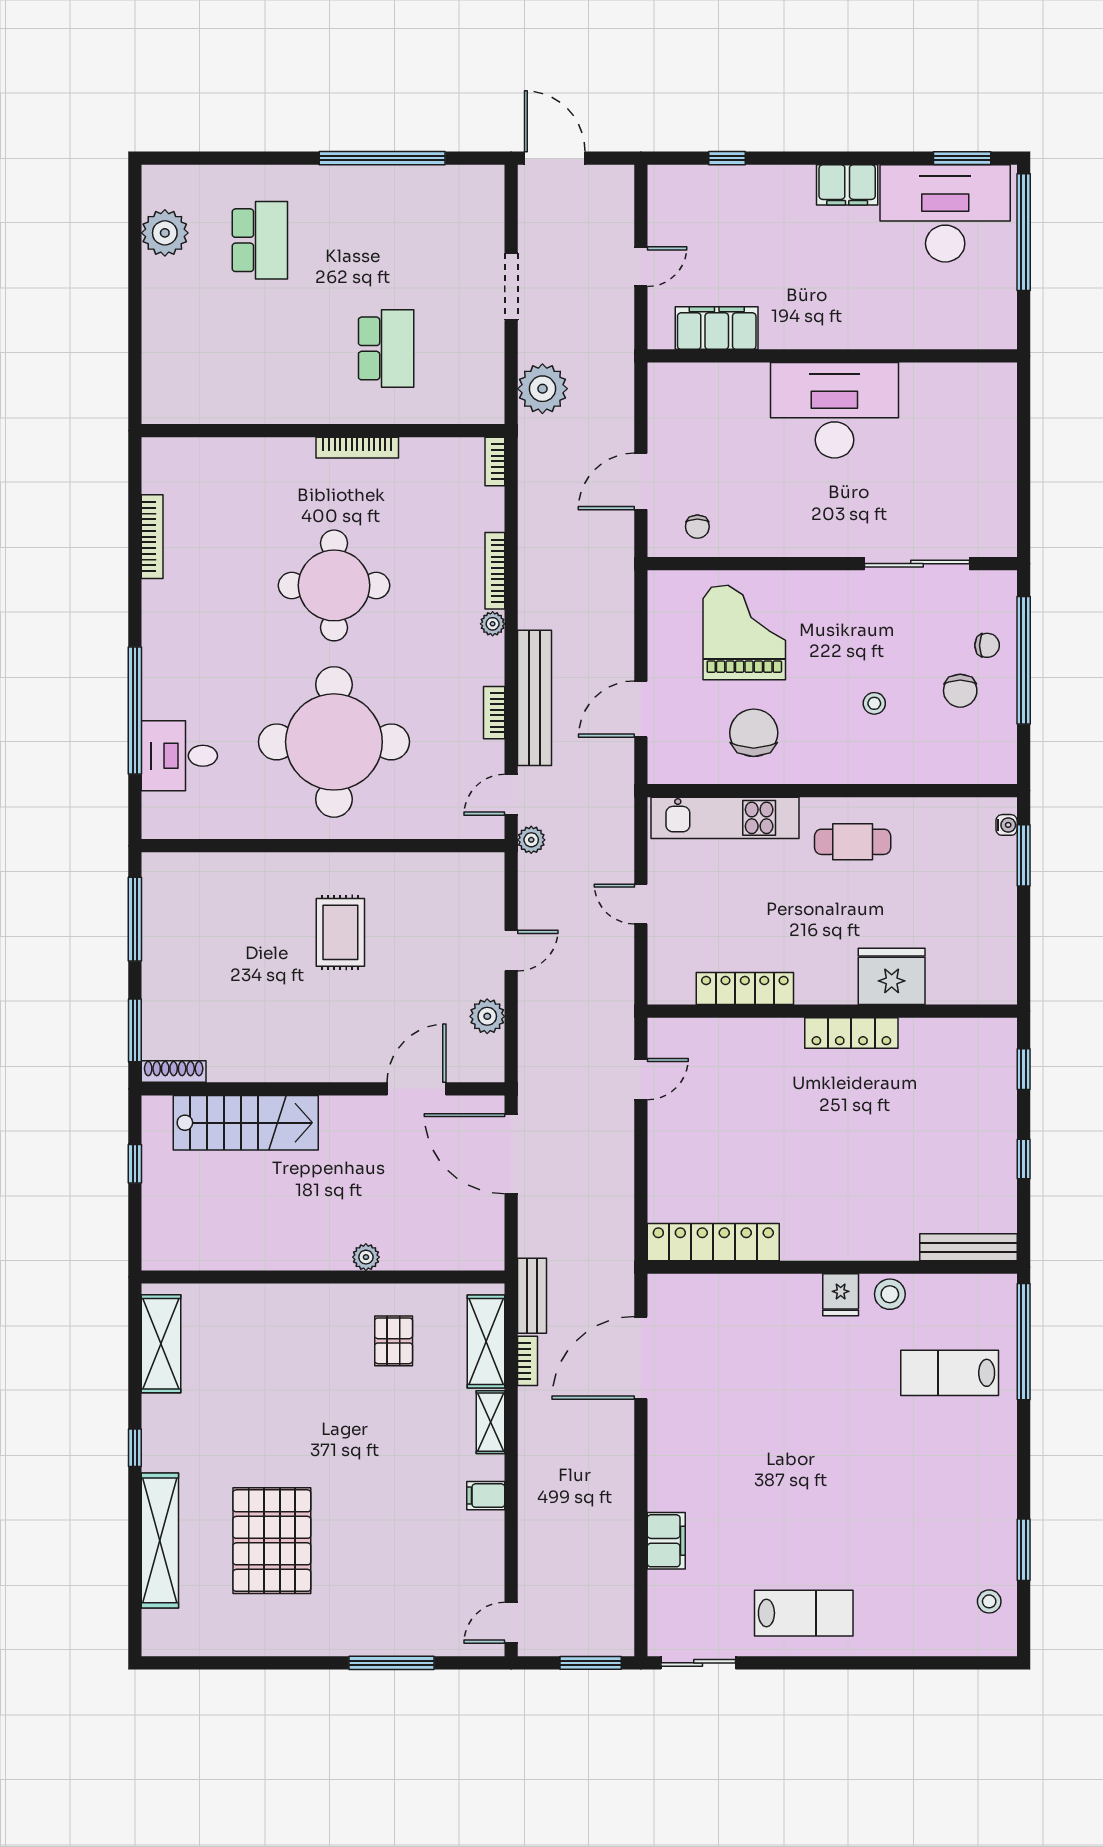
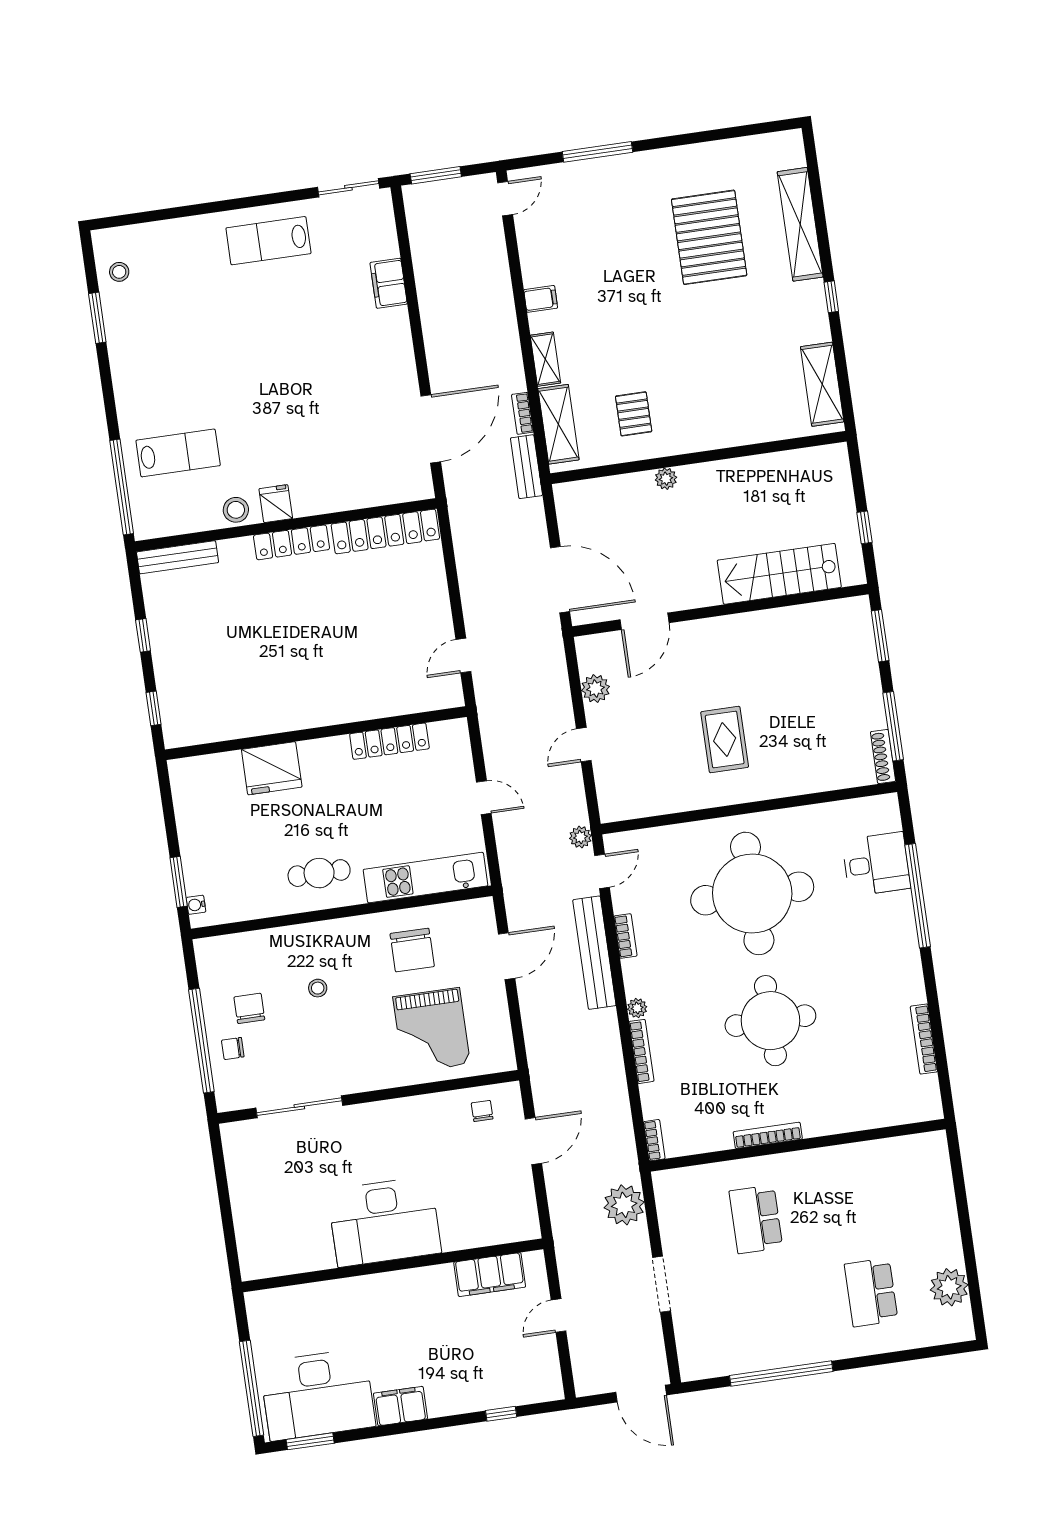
locker: (851, 1033) -> (291, 542), moved, turned 180
shoe rack: (174, 1071) -> (883, 757), moved, turned 90

